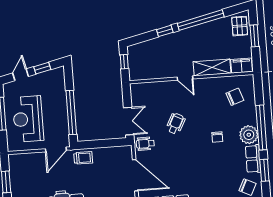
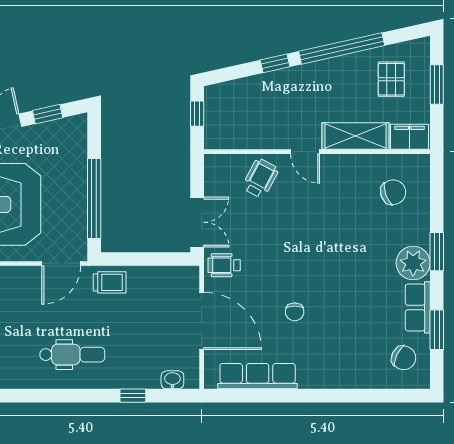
pallet: (240, 26) -> (391, 79), moved
wheelchair: (176, 124) -> (260, 178), moved
window: (261, 127) -> (437, 252), width x0.47
chair: (217, 137) -> (295, 312), moved

